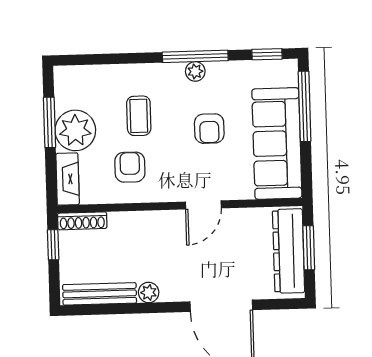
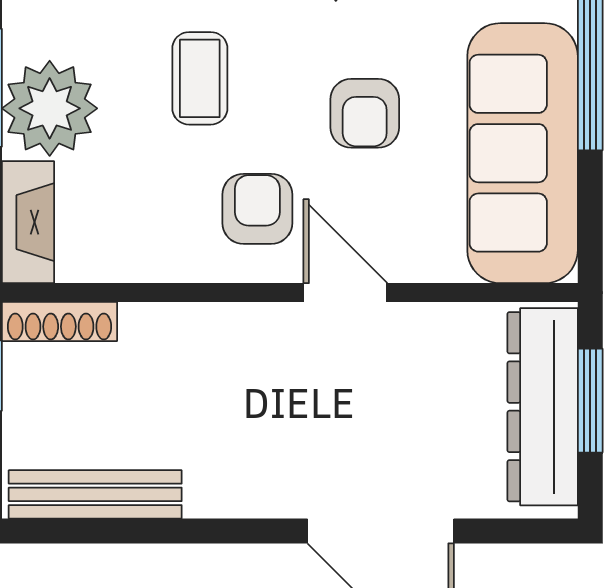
armchair: (130, 167) -> (257, 209), moved
door: (203, 205) -> (345, 293), swing flipped
plant: (149, 292) -> (211, 495), removed

